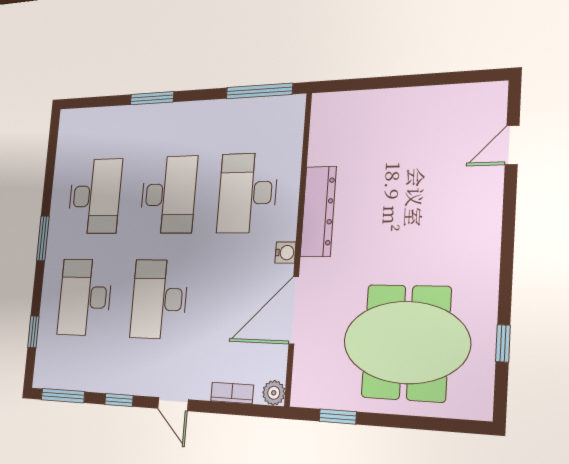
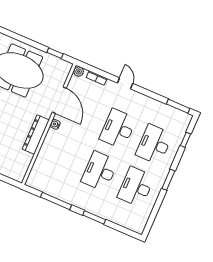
window: (259, 91) -> (56, 201), moved
desk: (247, 193) -> (63, 156), removed
desk: (85, 297) -> (154, 144), turned 180
desk: (159, 299) -> (118, 129), turned 180
door: (294, 310) -> (59, 100), hinge flipped
window: (119, 400) -> (150, 94), removed

